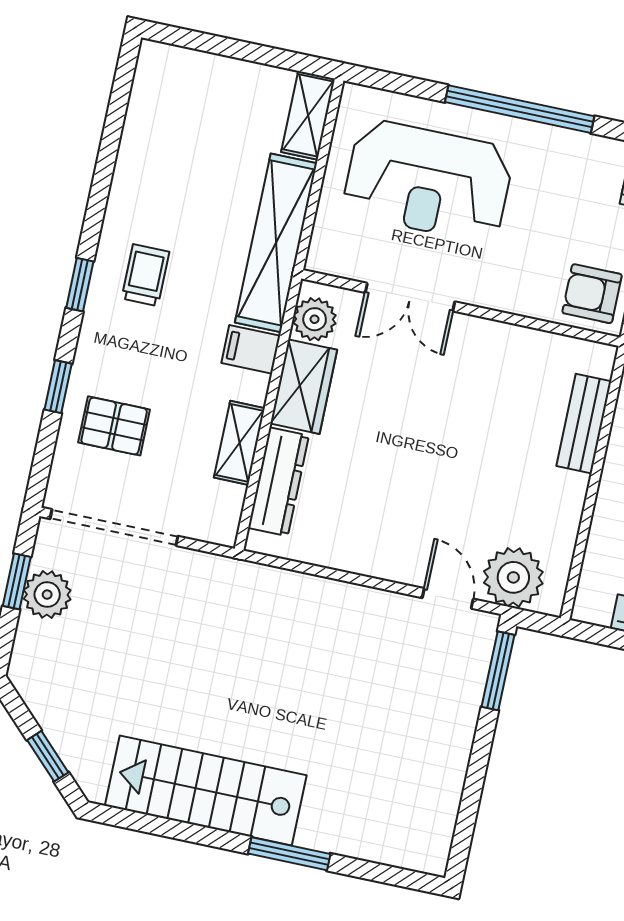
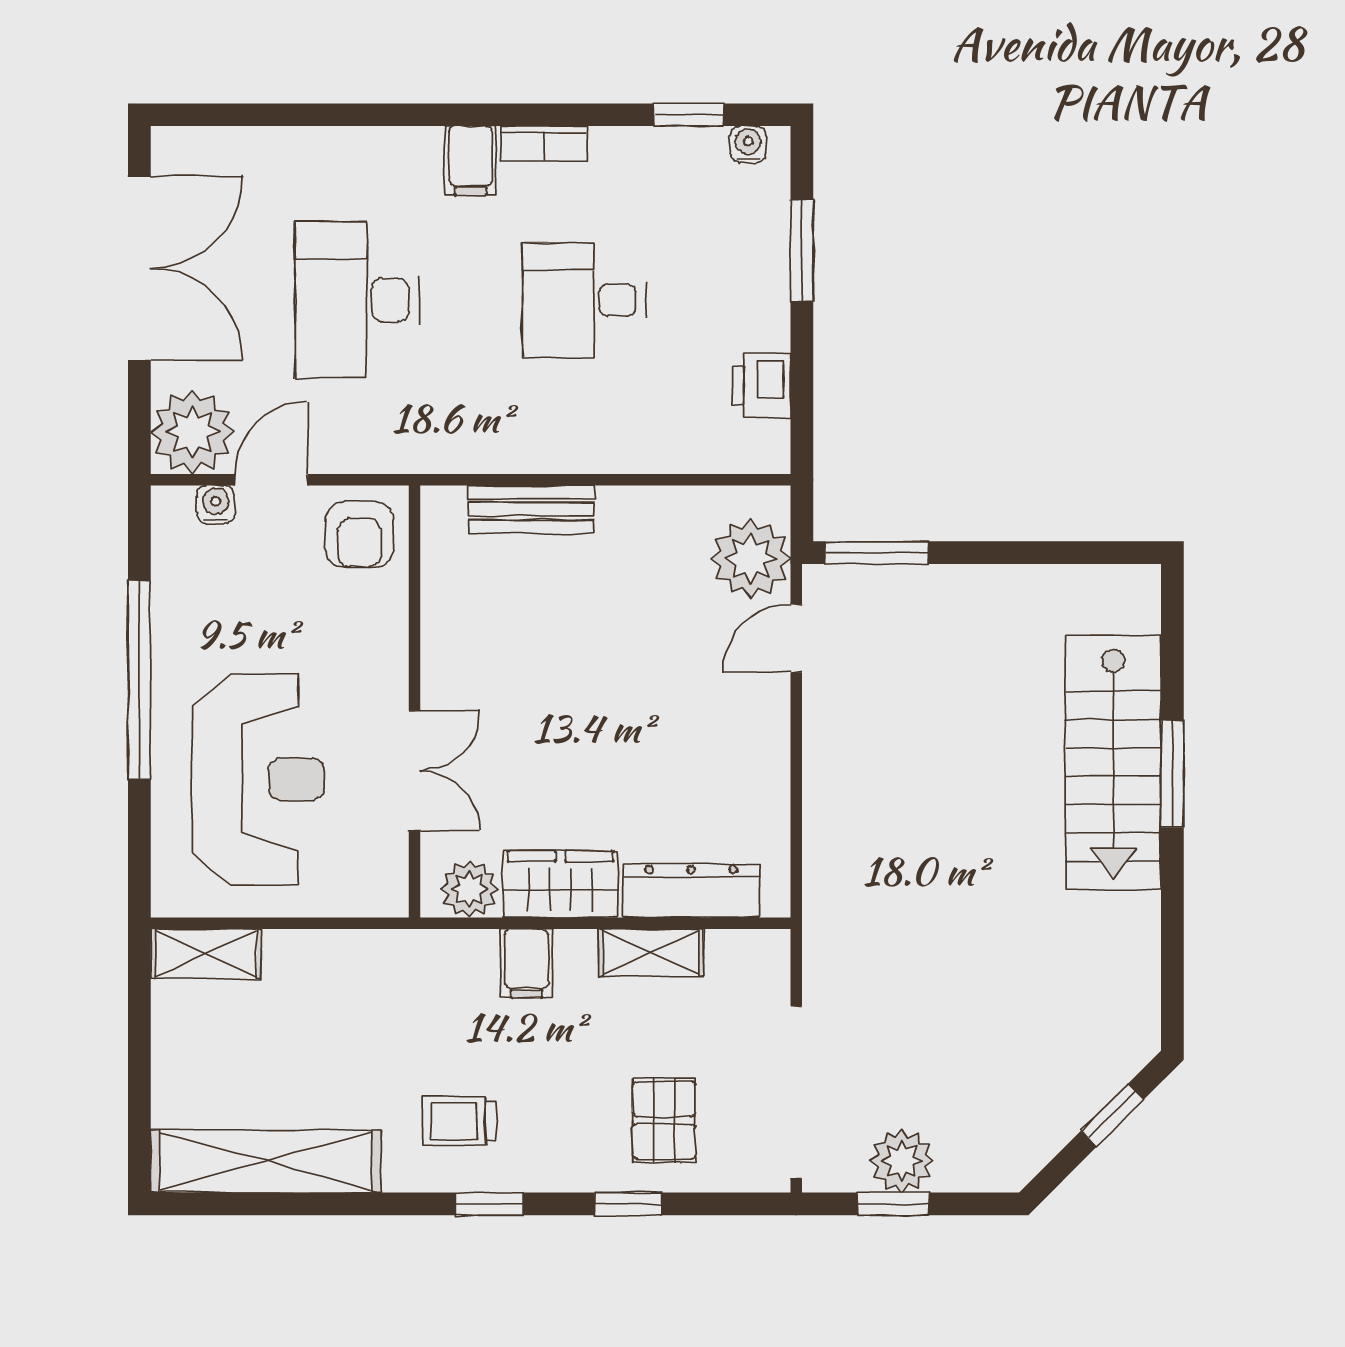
shelving: (276, 243) -> (266, 1161), moved
stairs: (206, 790) -> (1113, 762), moved

